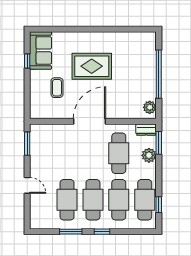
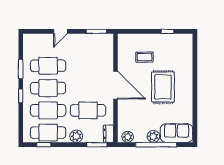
sofa: (41, 50) -> (177, 133), moved, turned 180
plant: (149, 77) -> (153, 136), added
plant: (149, 155) -> (76, 136), moved

